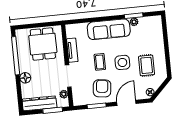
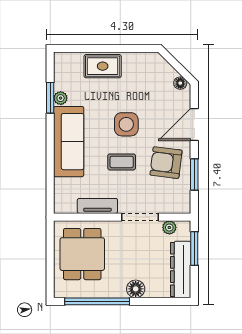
dining table: (43, 44) -> (82, 254), turned 90
rug: (147, 65) -> (103, 66), moved
door: (126, 103) -> (194, 124), hinge flipped

